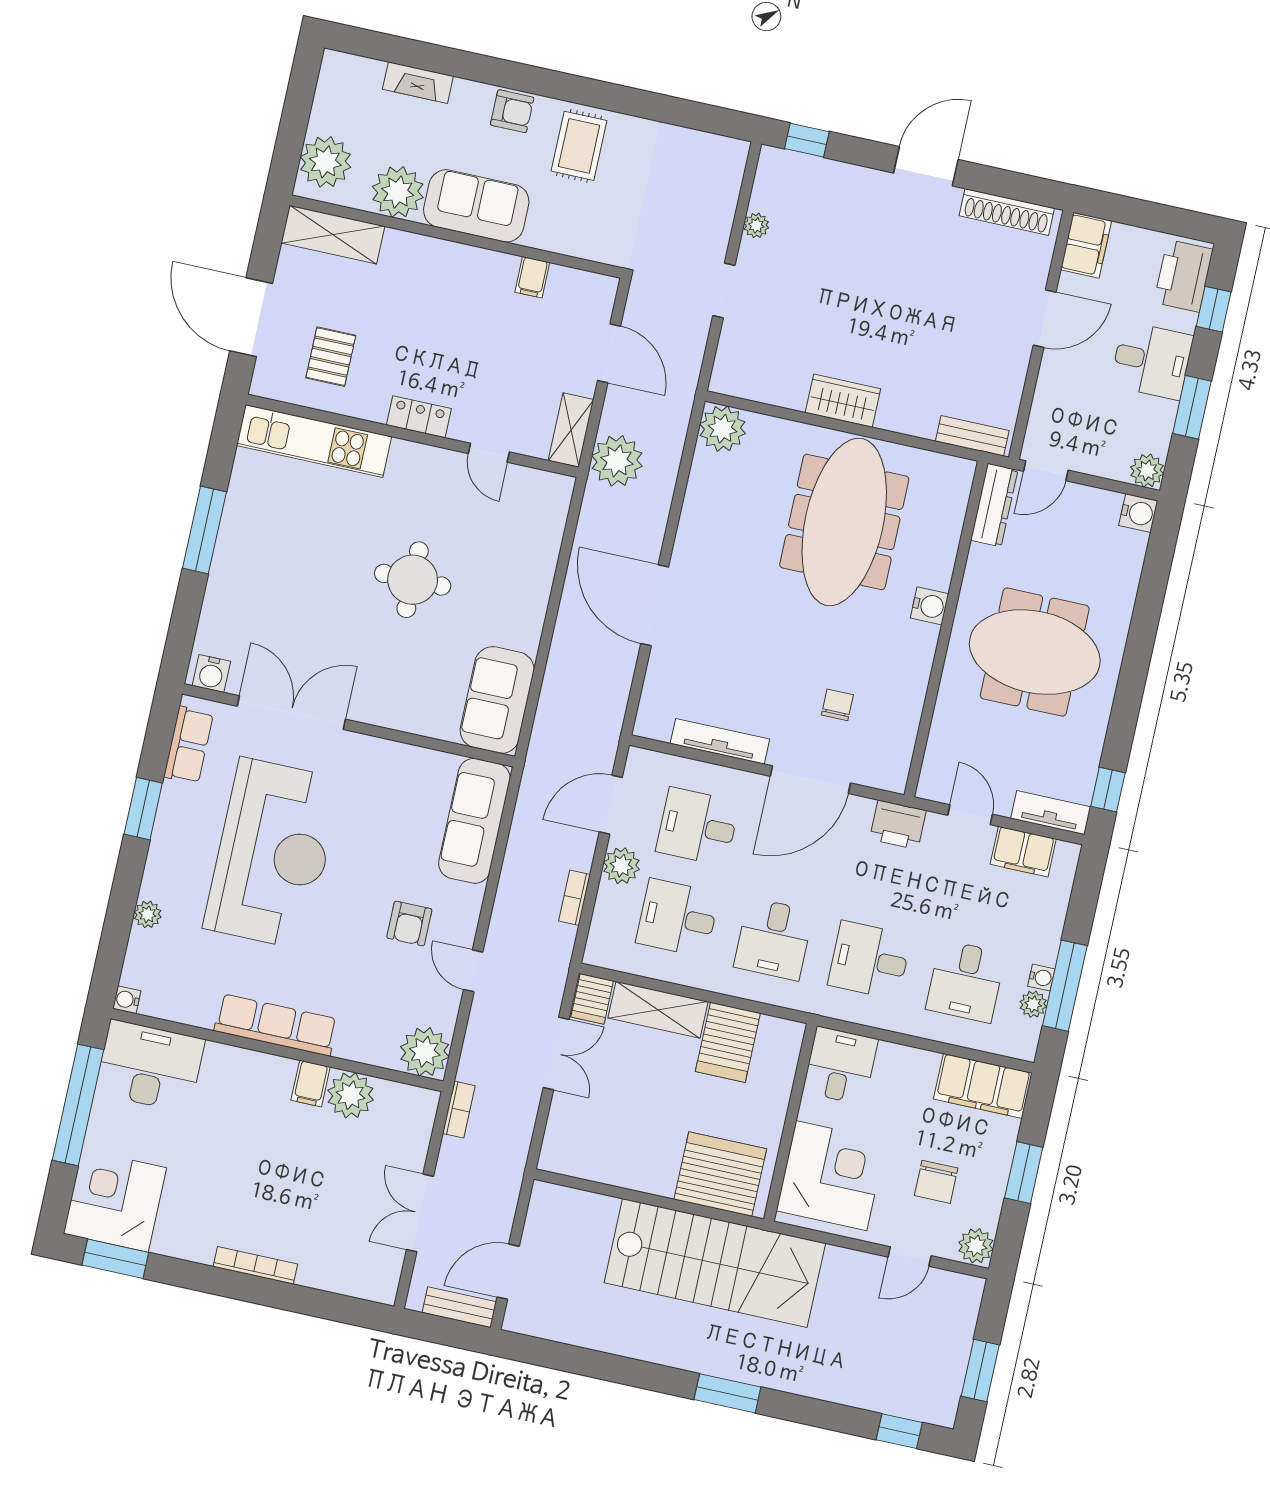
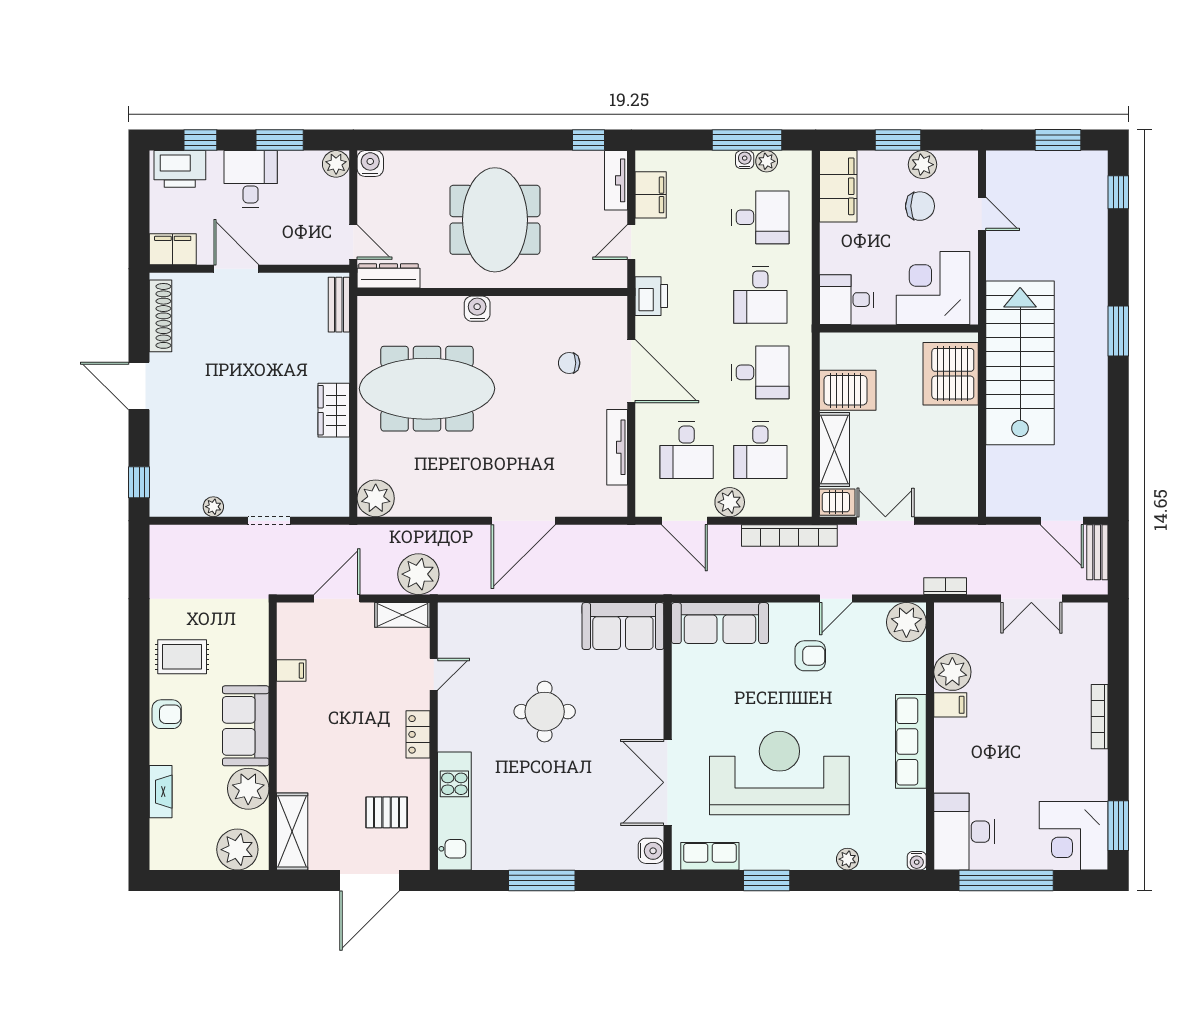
armchair: (512, 111) -> (167, 714), turned 90
bookcase: (575, 898) -> (789, 535), width x2.31, depth x1.31
plant: (976, 1246) -> (922, 165), moved

